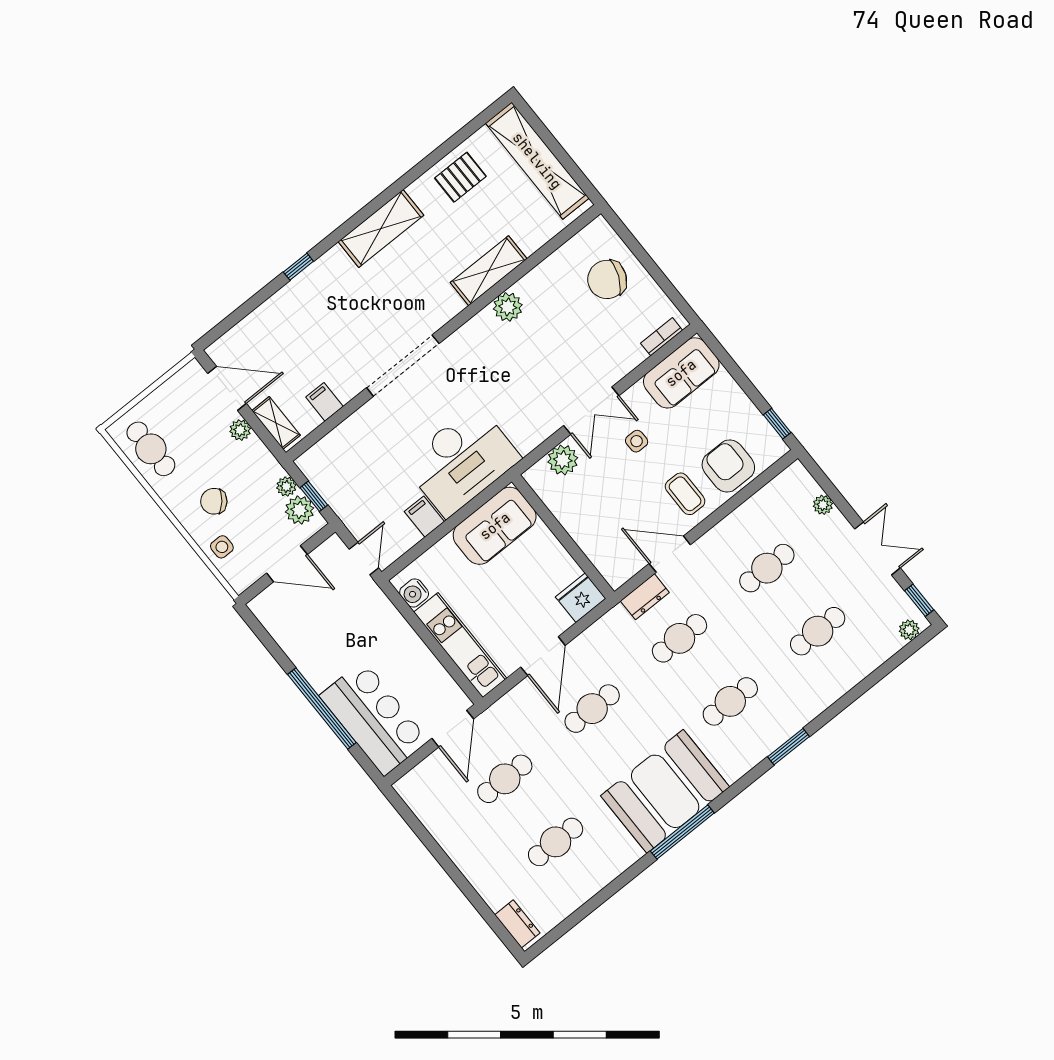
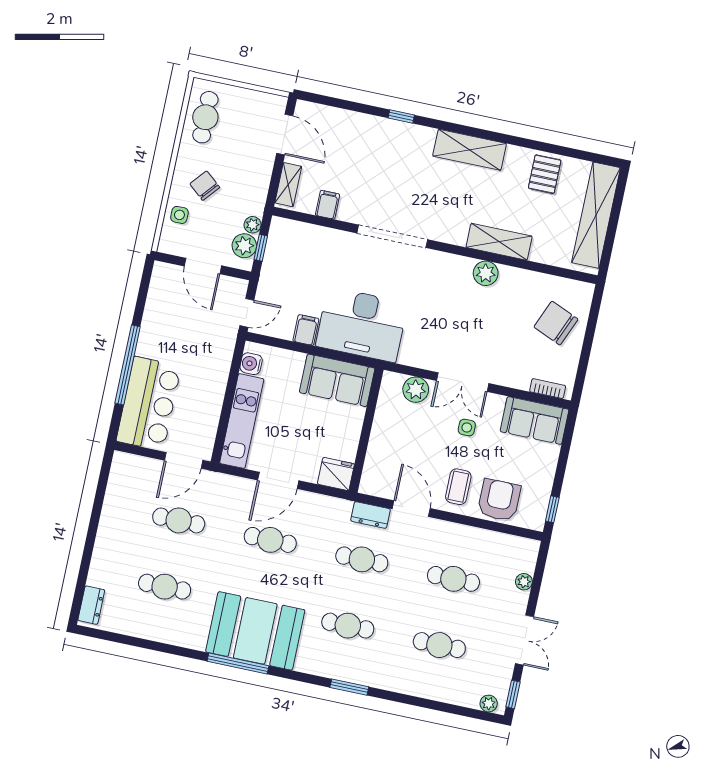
pallet: (460, 177) -> (545, 174), turned 90
plant: (240, 430) -> (265, 165), removed

